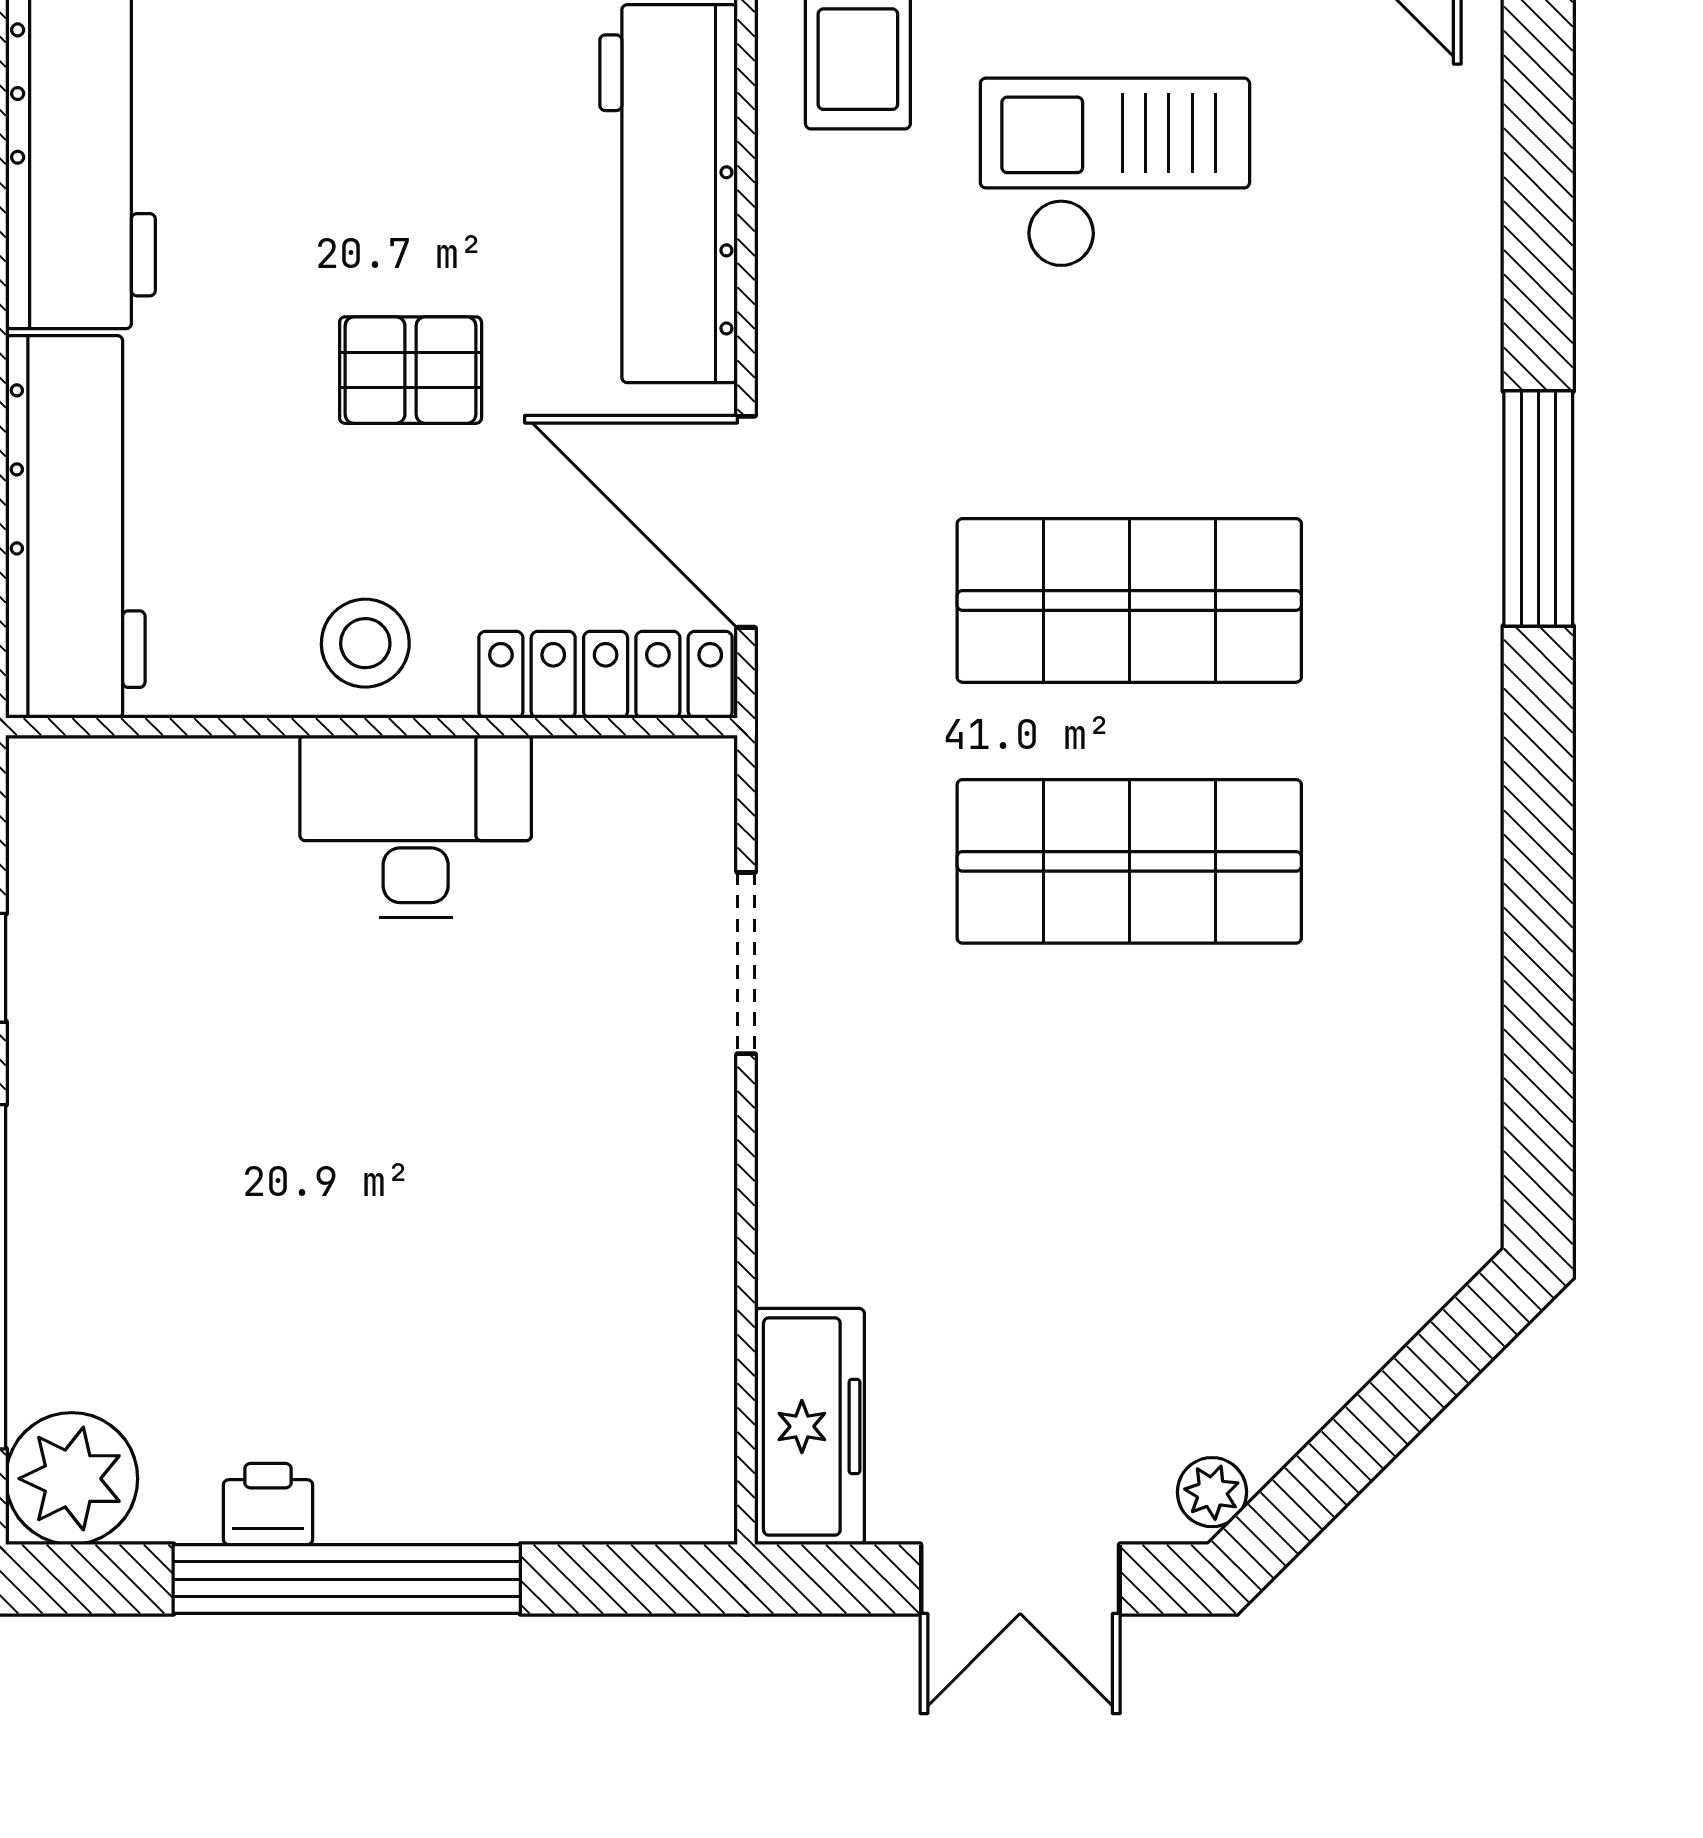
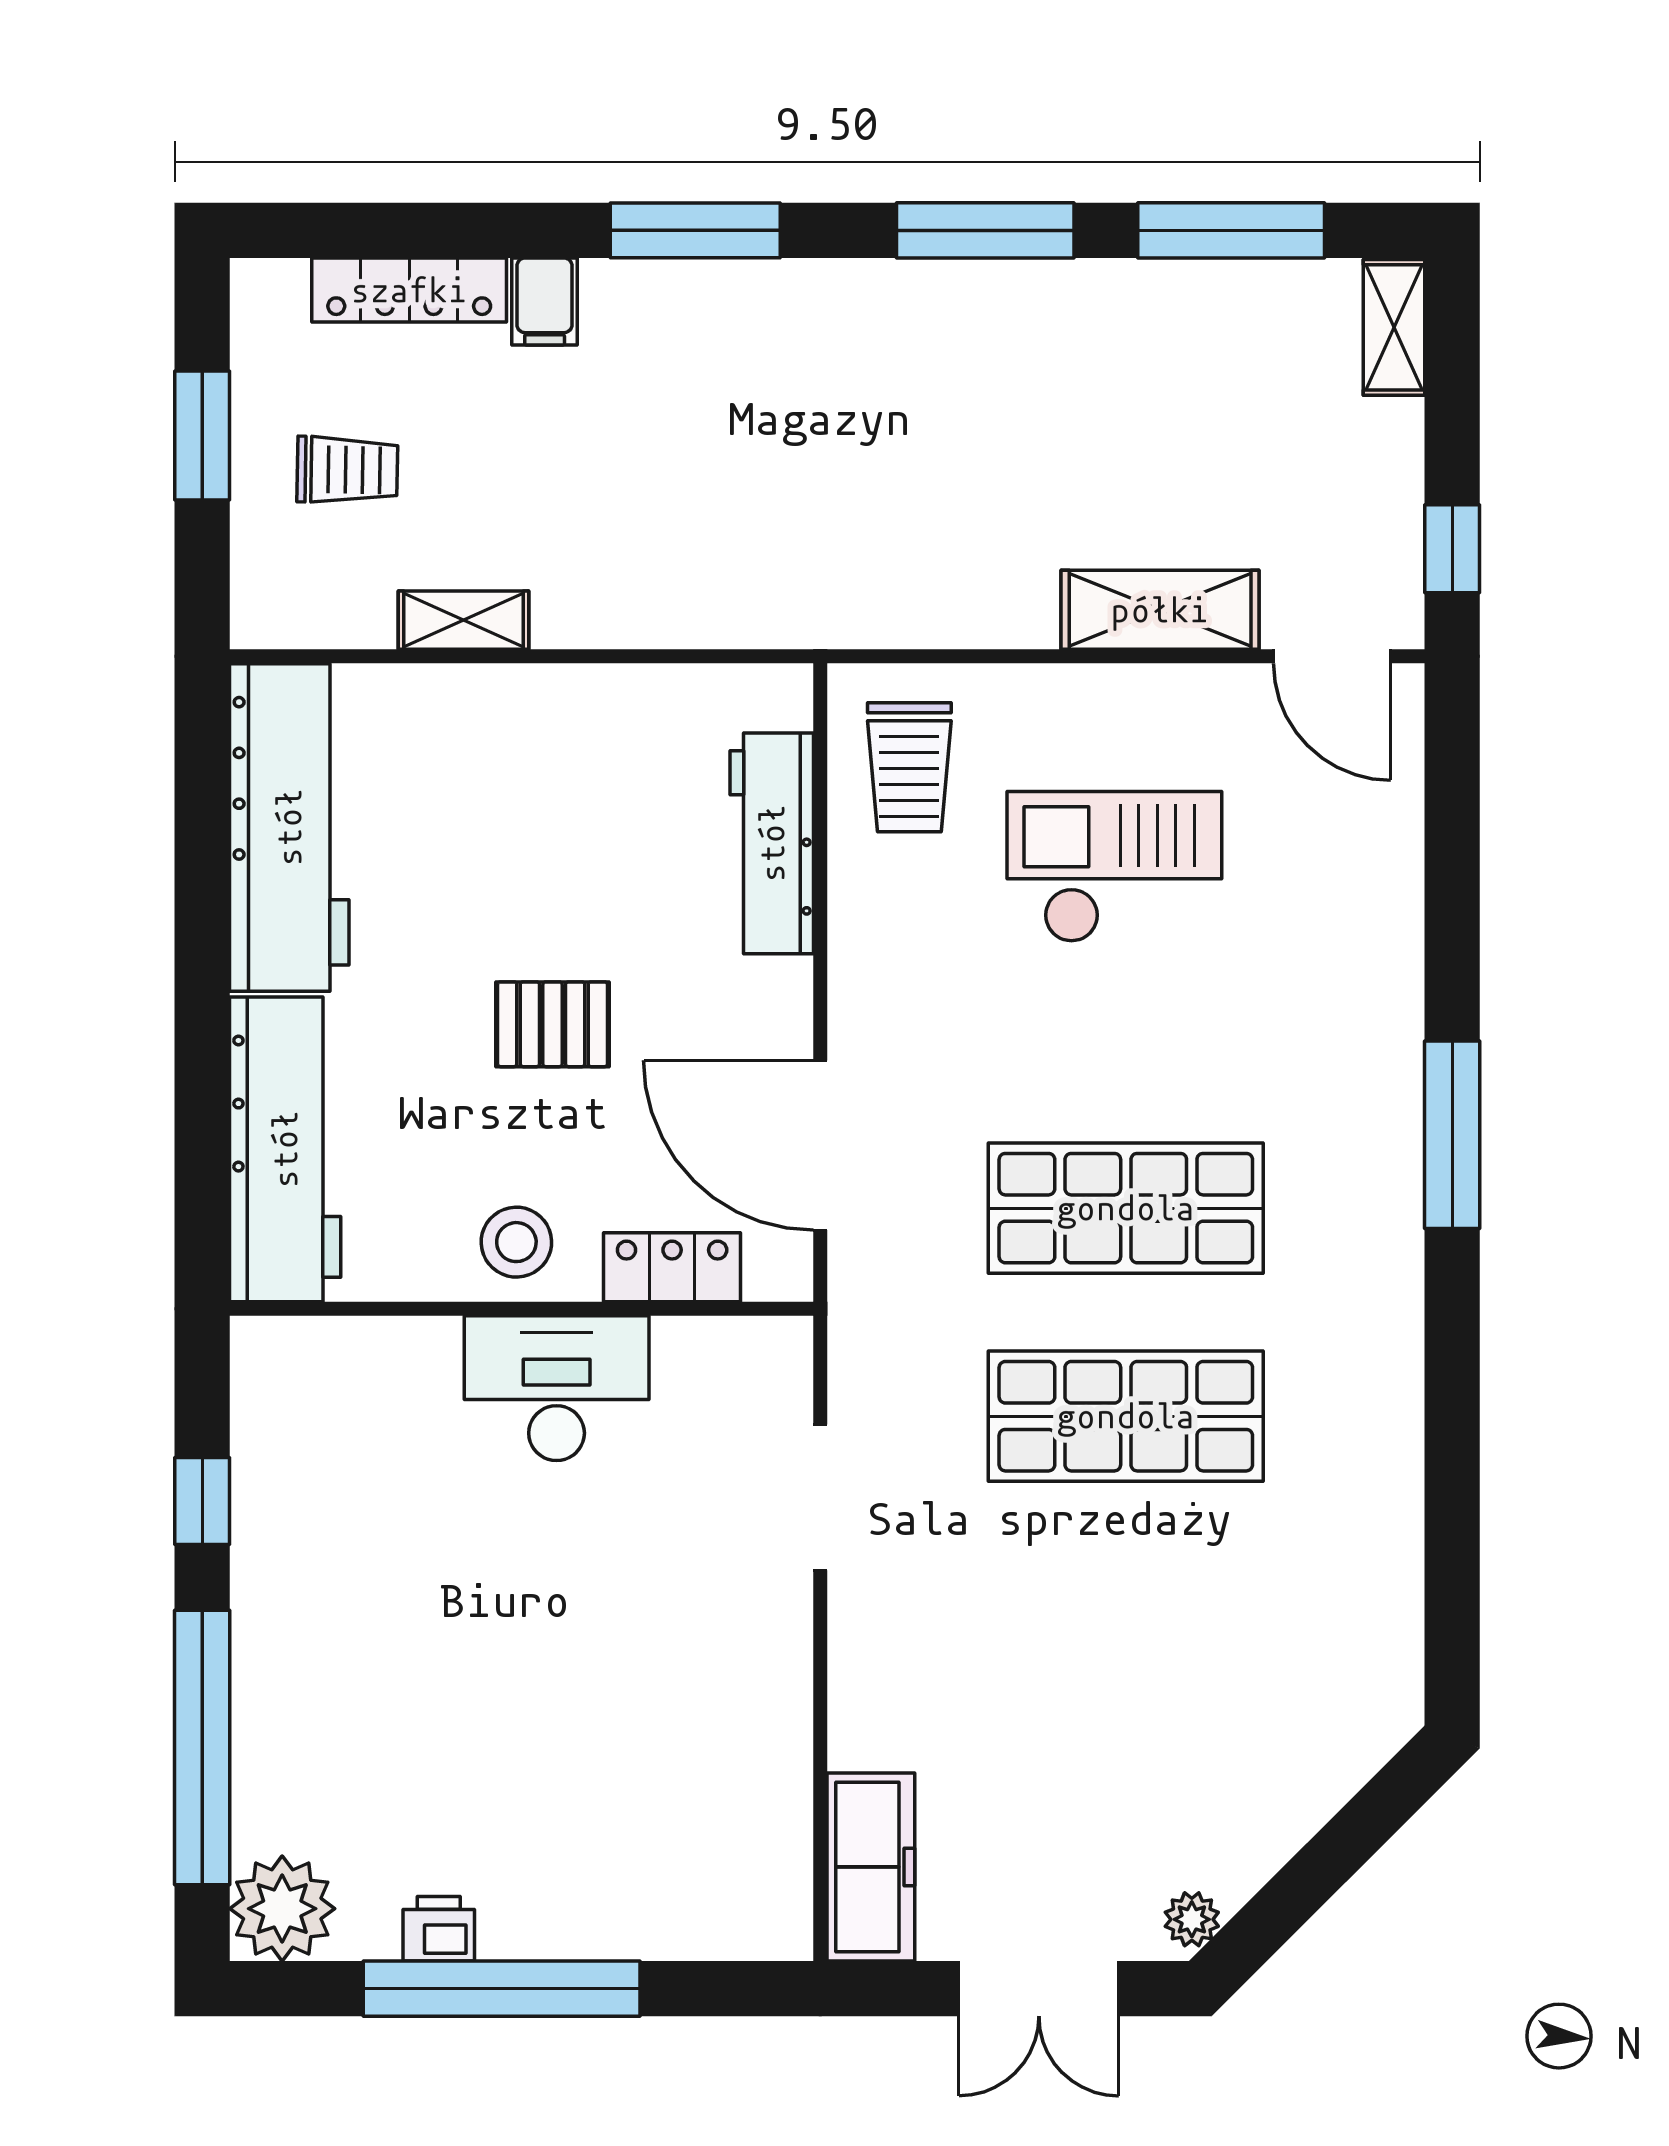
workbench: (669, 194) -> (772, 843), width x0.73, depth x0.76
locker: (606, 675) -> (672, 1267), width x0.66

